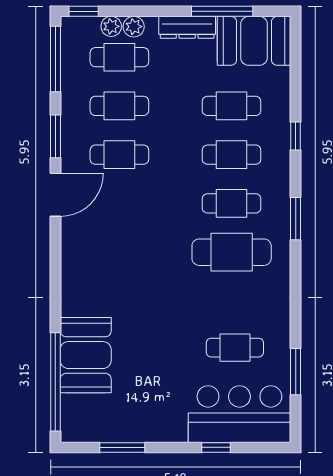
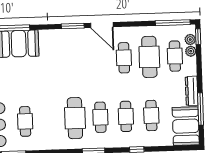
plant: (134, 27) -> (190, 39), moved
cafe table: (119, 106) -> (149, 57), width x1.37, depth x1.35
window: (55, 136) -> (73, 26), moved

